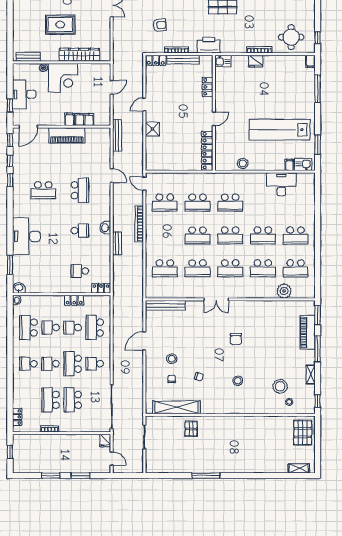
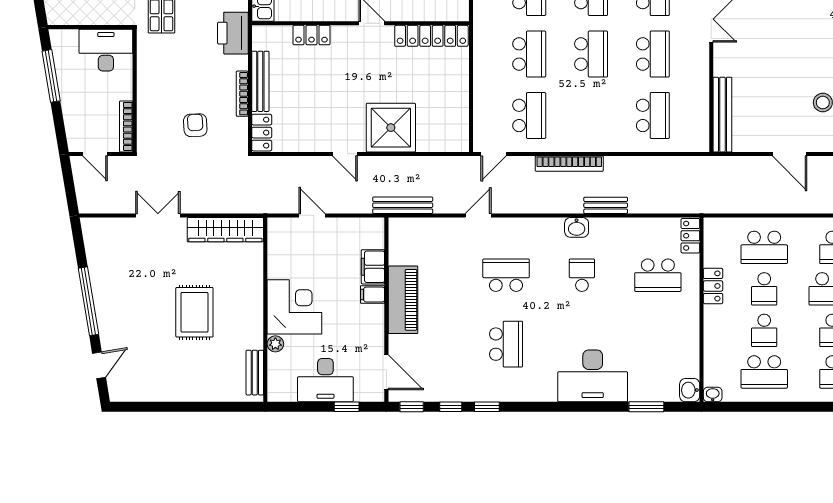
wardrobe: (79, 55) -> (225, 230), moved, turned -90
shower: (152, 129) -> (391, 128), width x1.86, depth x1.86
school desk: (80, 271) -> (658, 275), width x1.85

